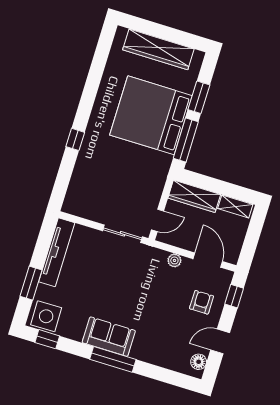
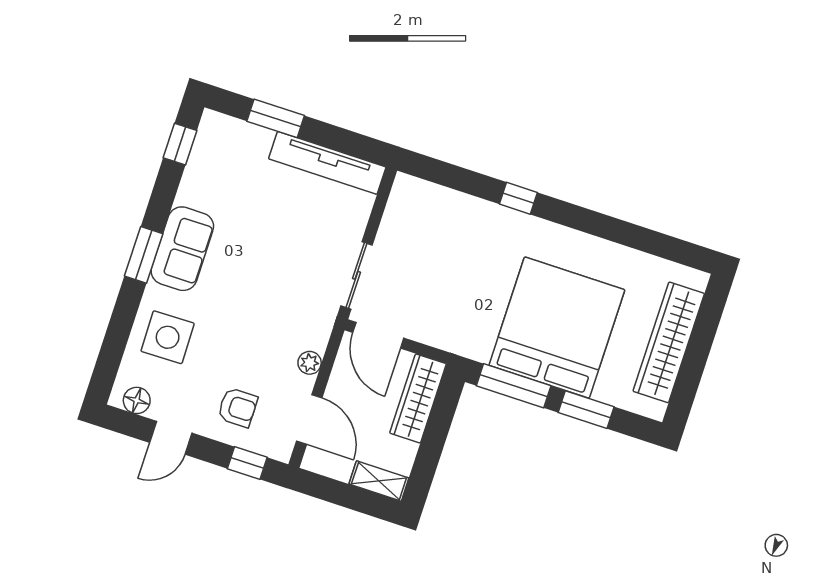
shelving: (235, 207) -> (379, 481), moved, turned 90
door: (157, 220) -> (378, 335), width x1.38
door: (208, 260) -> (309, 419), hinge flipped
side table: (46, 316) -> (168, 337), moved
door: (220, 341) -> (171, 438), swing flipped
window: (113, 359) -> (144, 255), width x0.69

